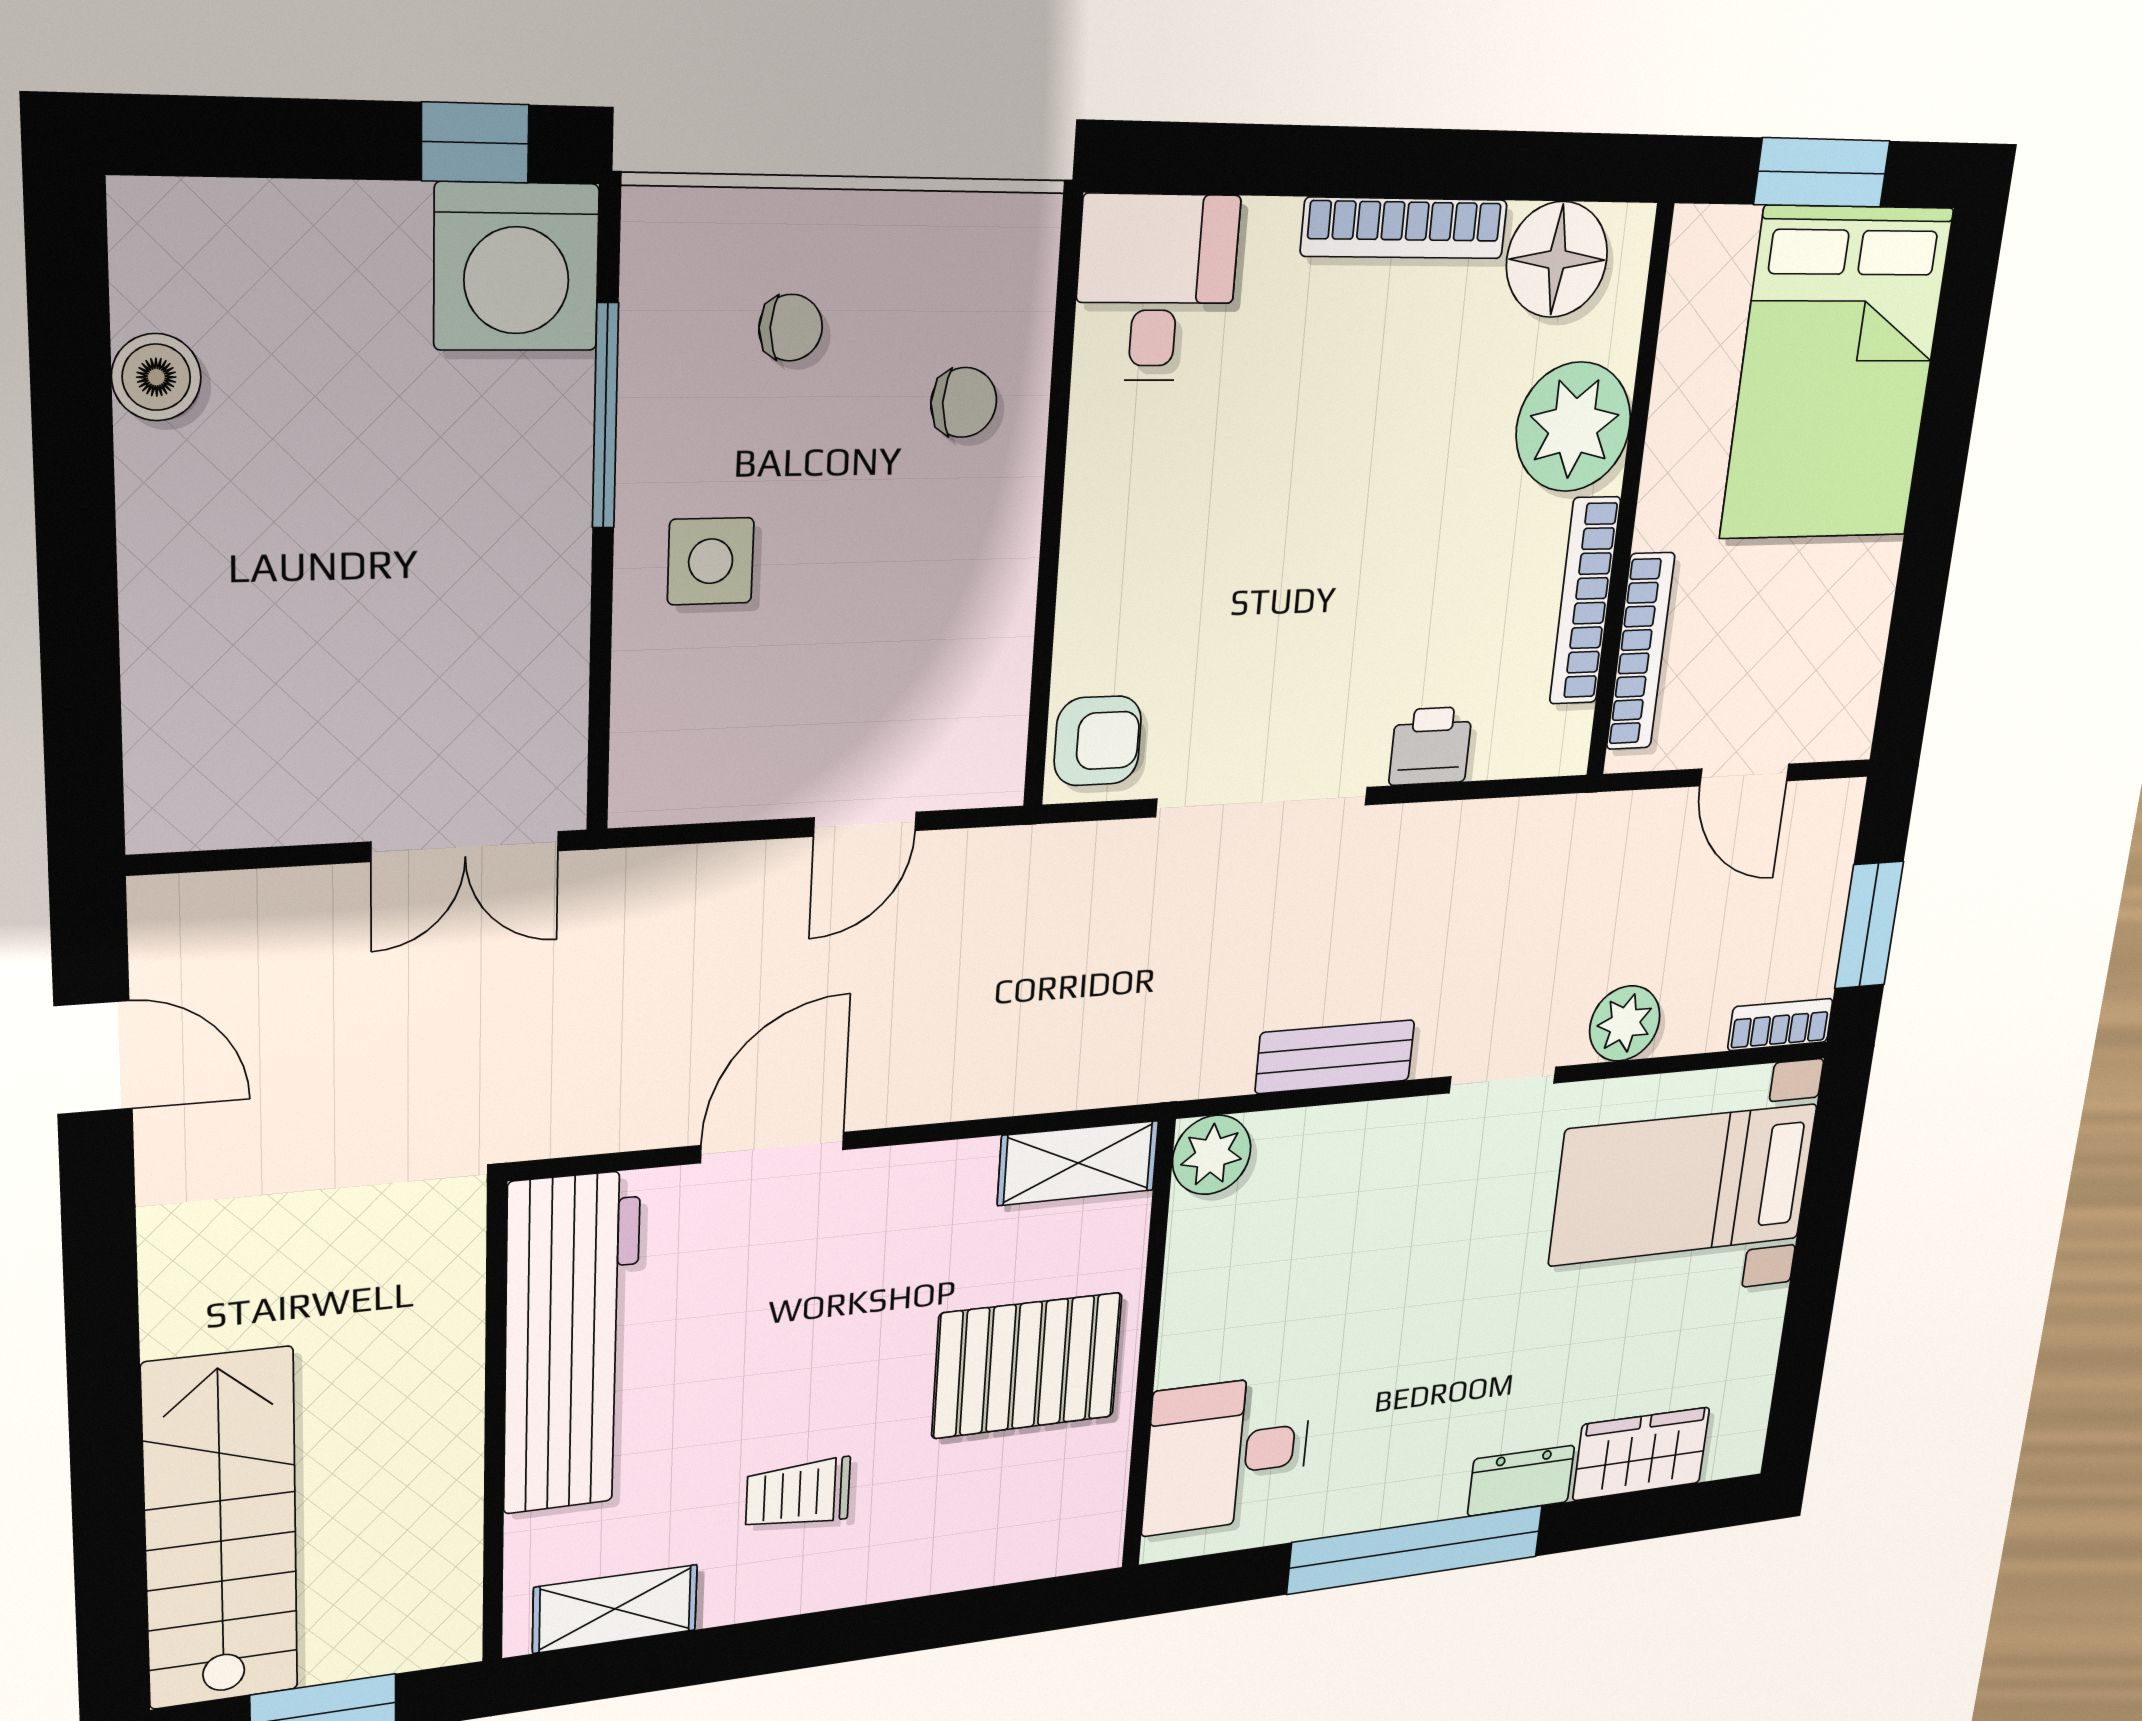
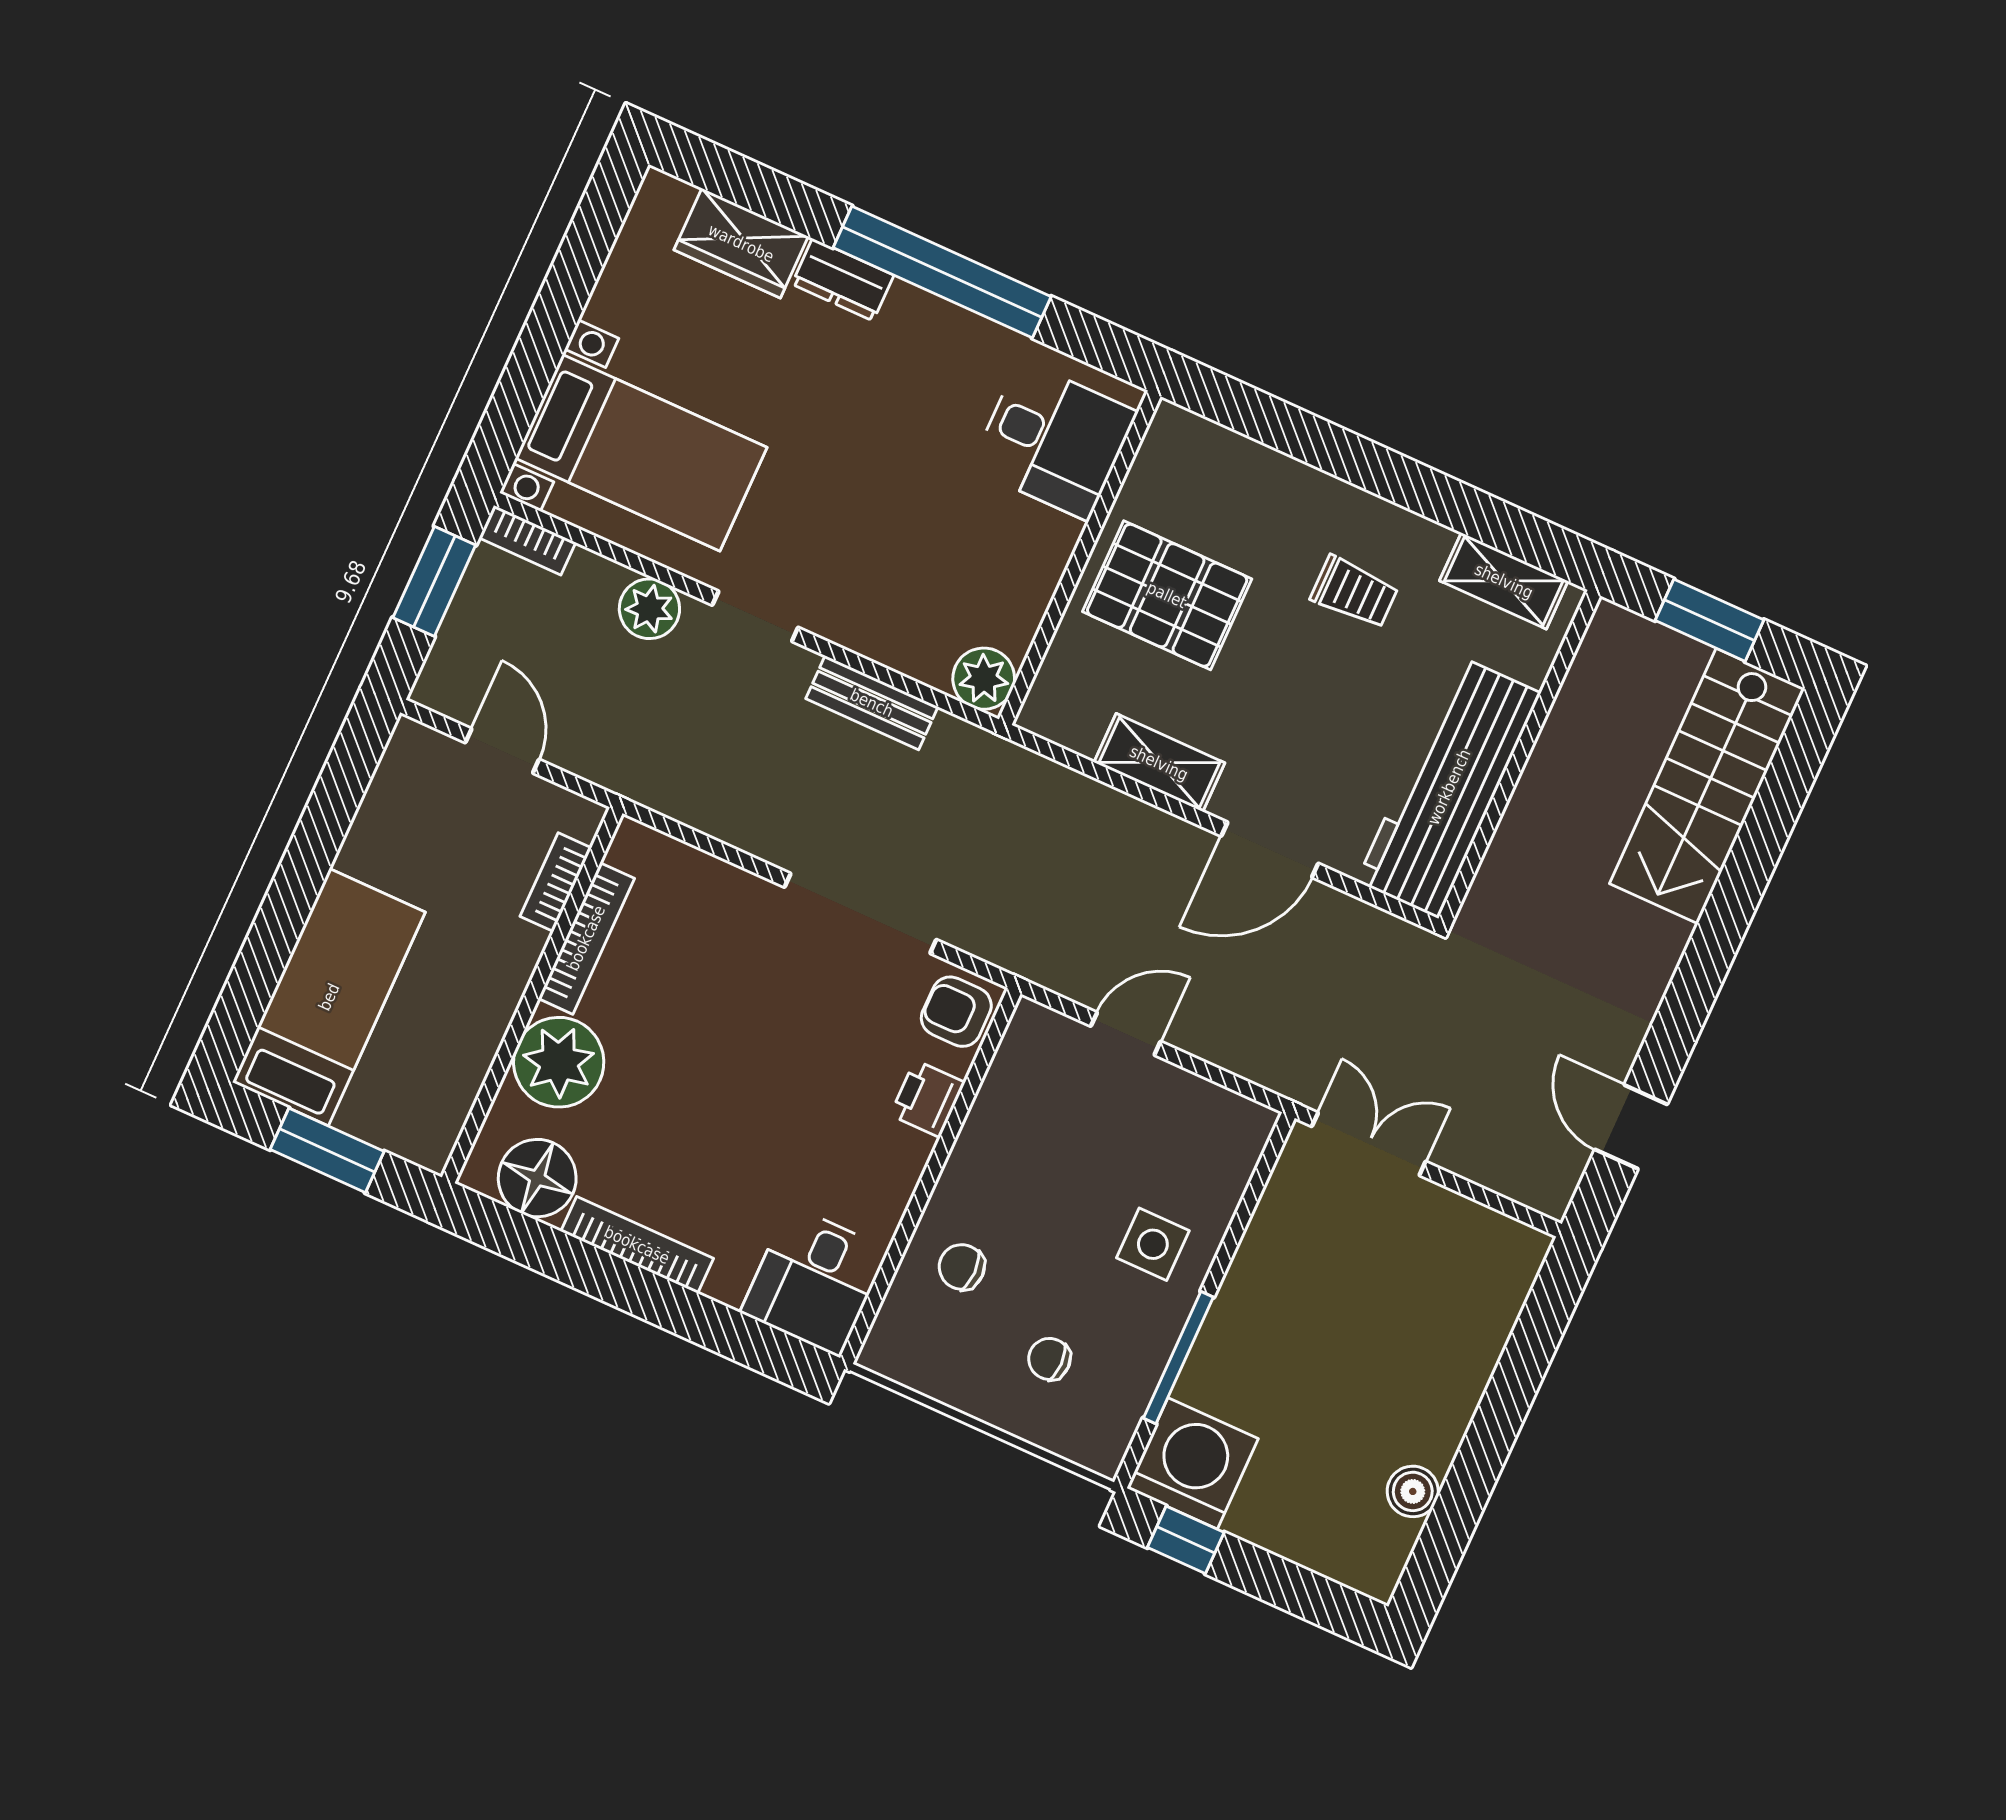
bed: (1836, 374) -> (329, 997), width x0.67
bookcase: (1640, 652) -> (556, 882), width x0.64
printer: (1431, 746) -> (928, 1099), moved, turned 90
shelving: (1078, 1163) -> (1159, 763), moved

